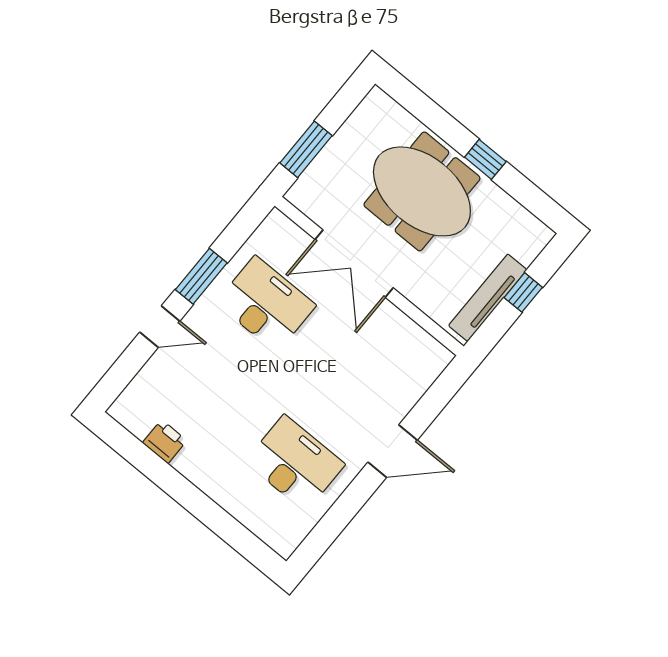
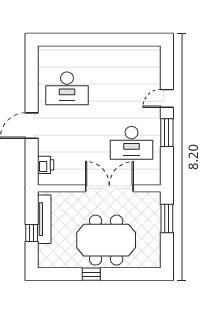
printer: (165, 442) -> (46, 165), moved, turned -90

